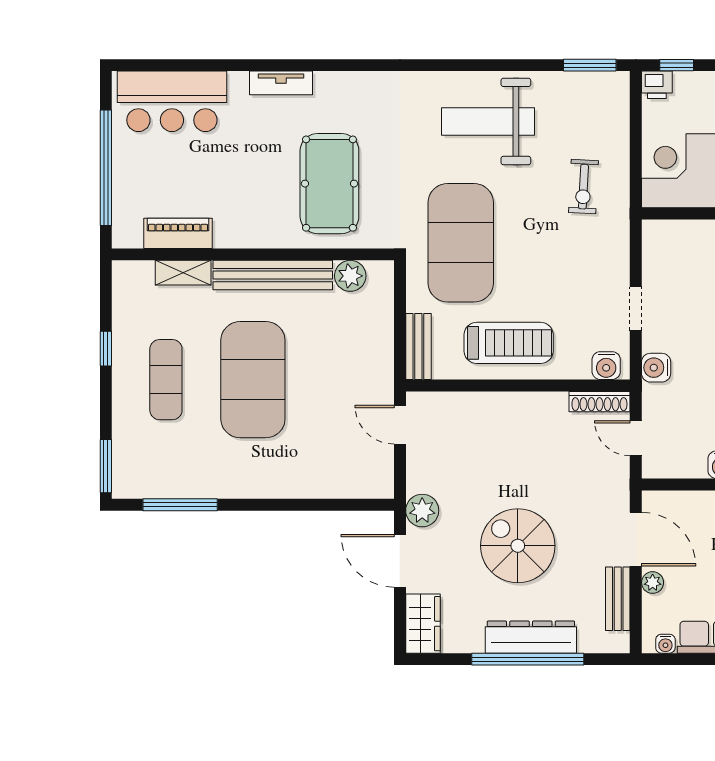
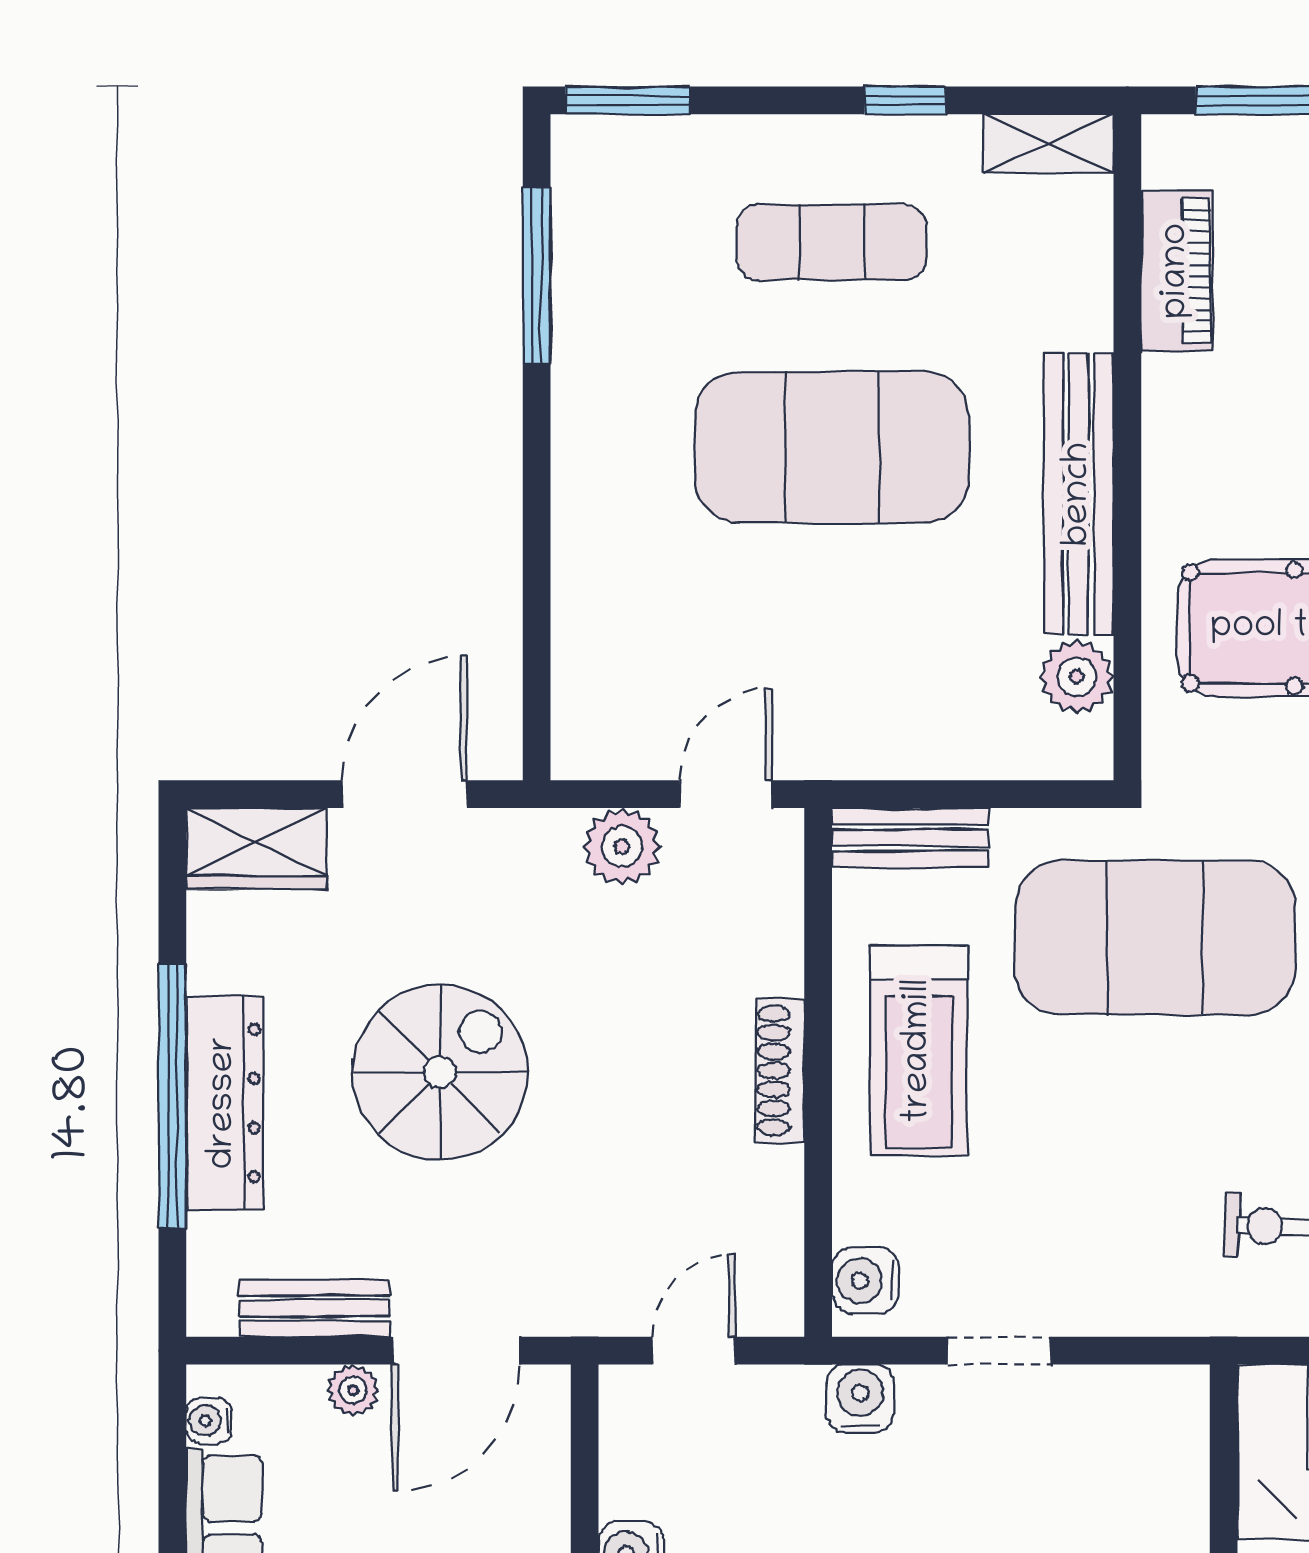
shelving: (183, 273) -> (1048, 144), moved, turned 90
shoe rack: (599, 402) -> (780, 1070), moved
plant: (422, 511) -> (622, 847), moved

